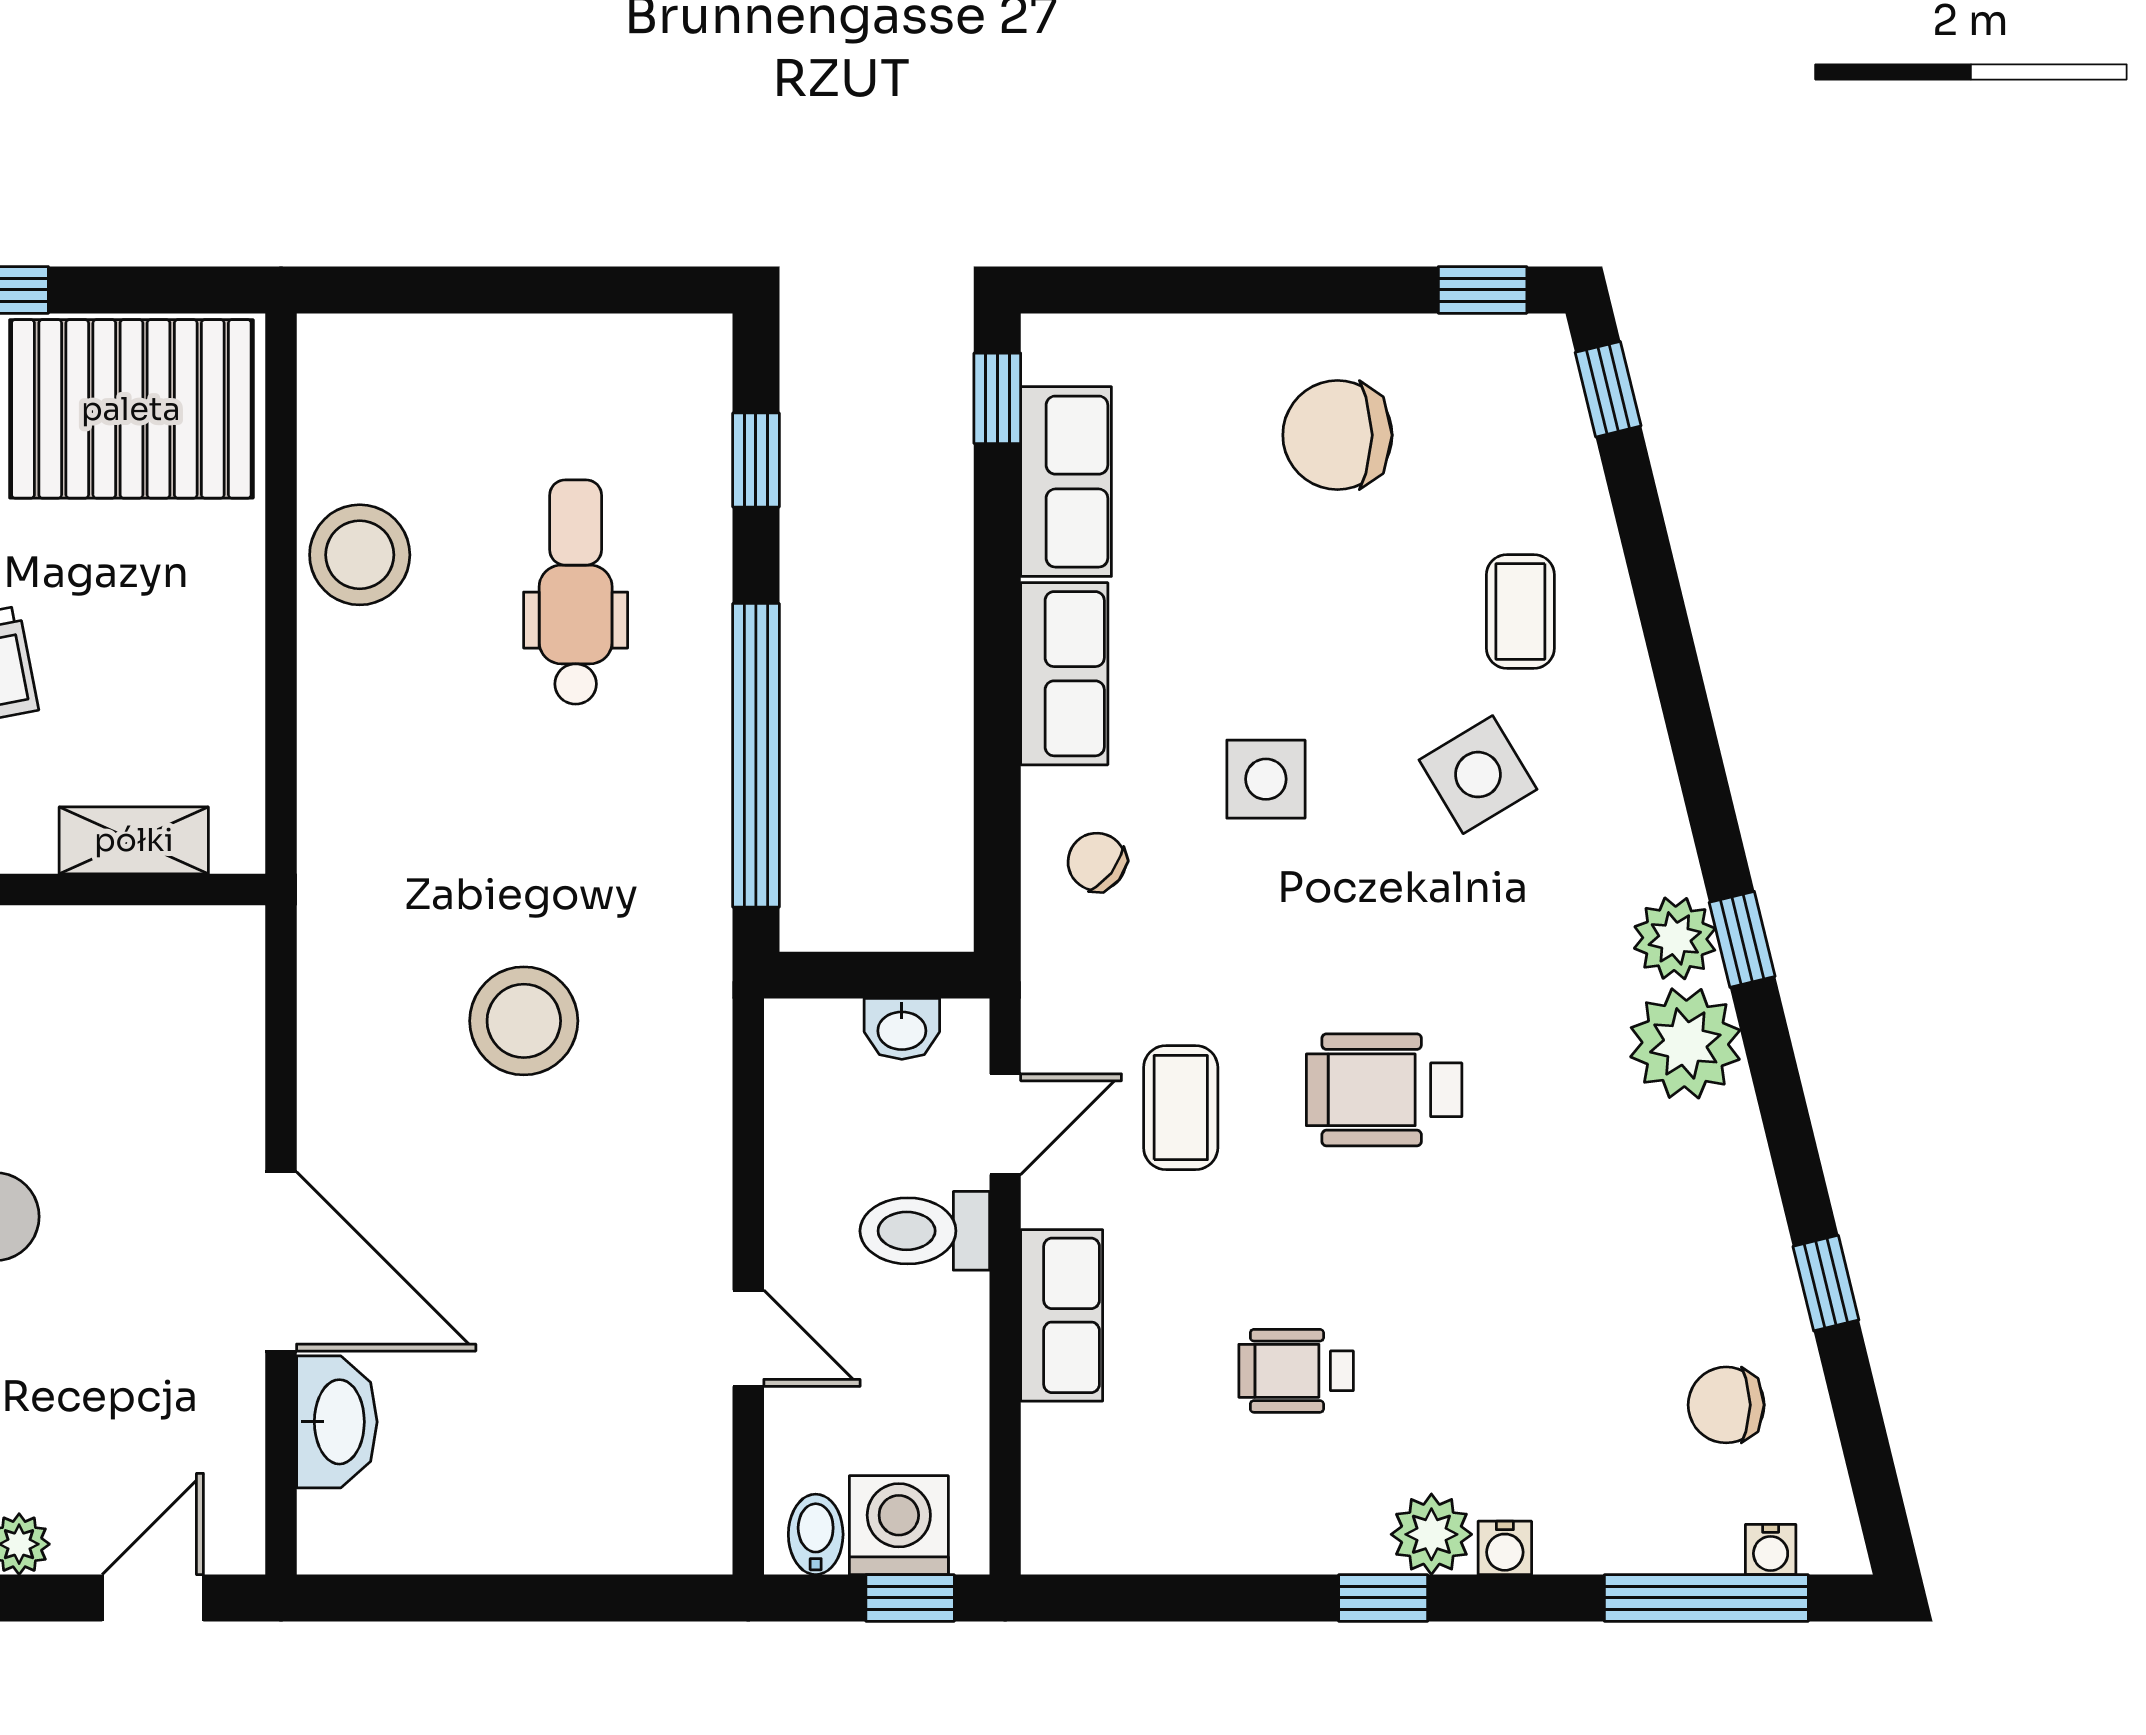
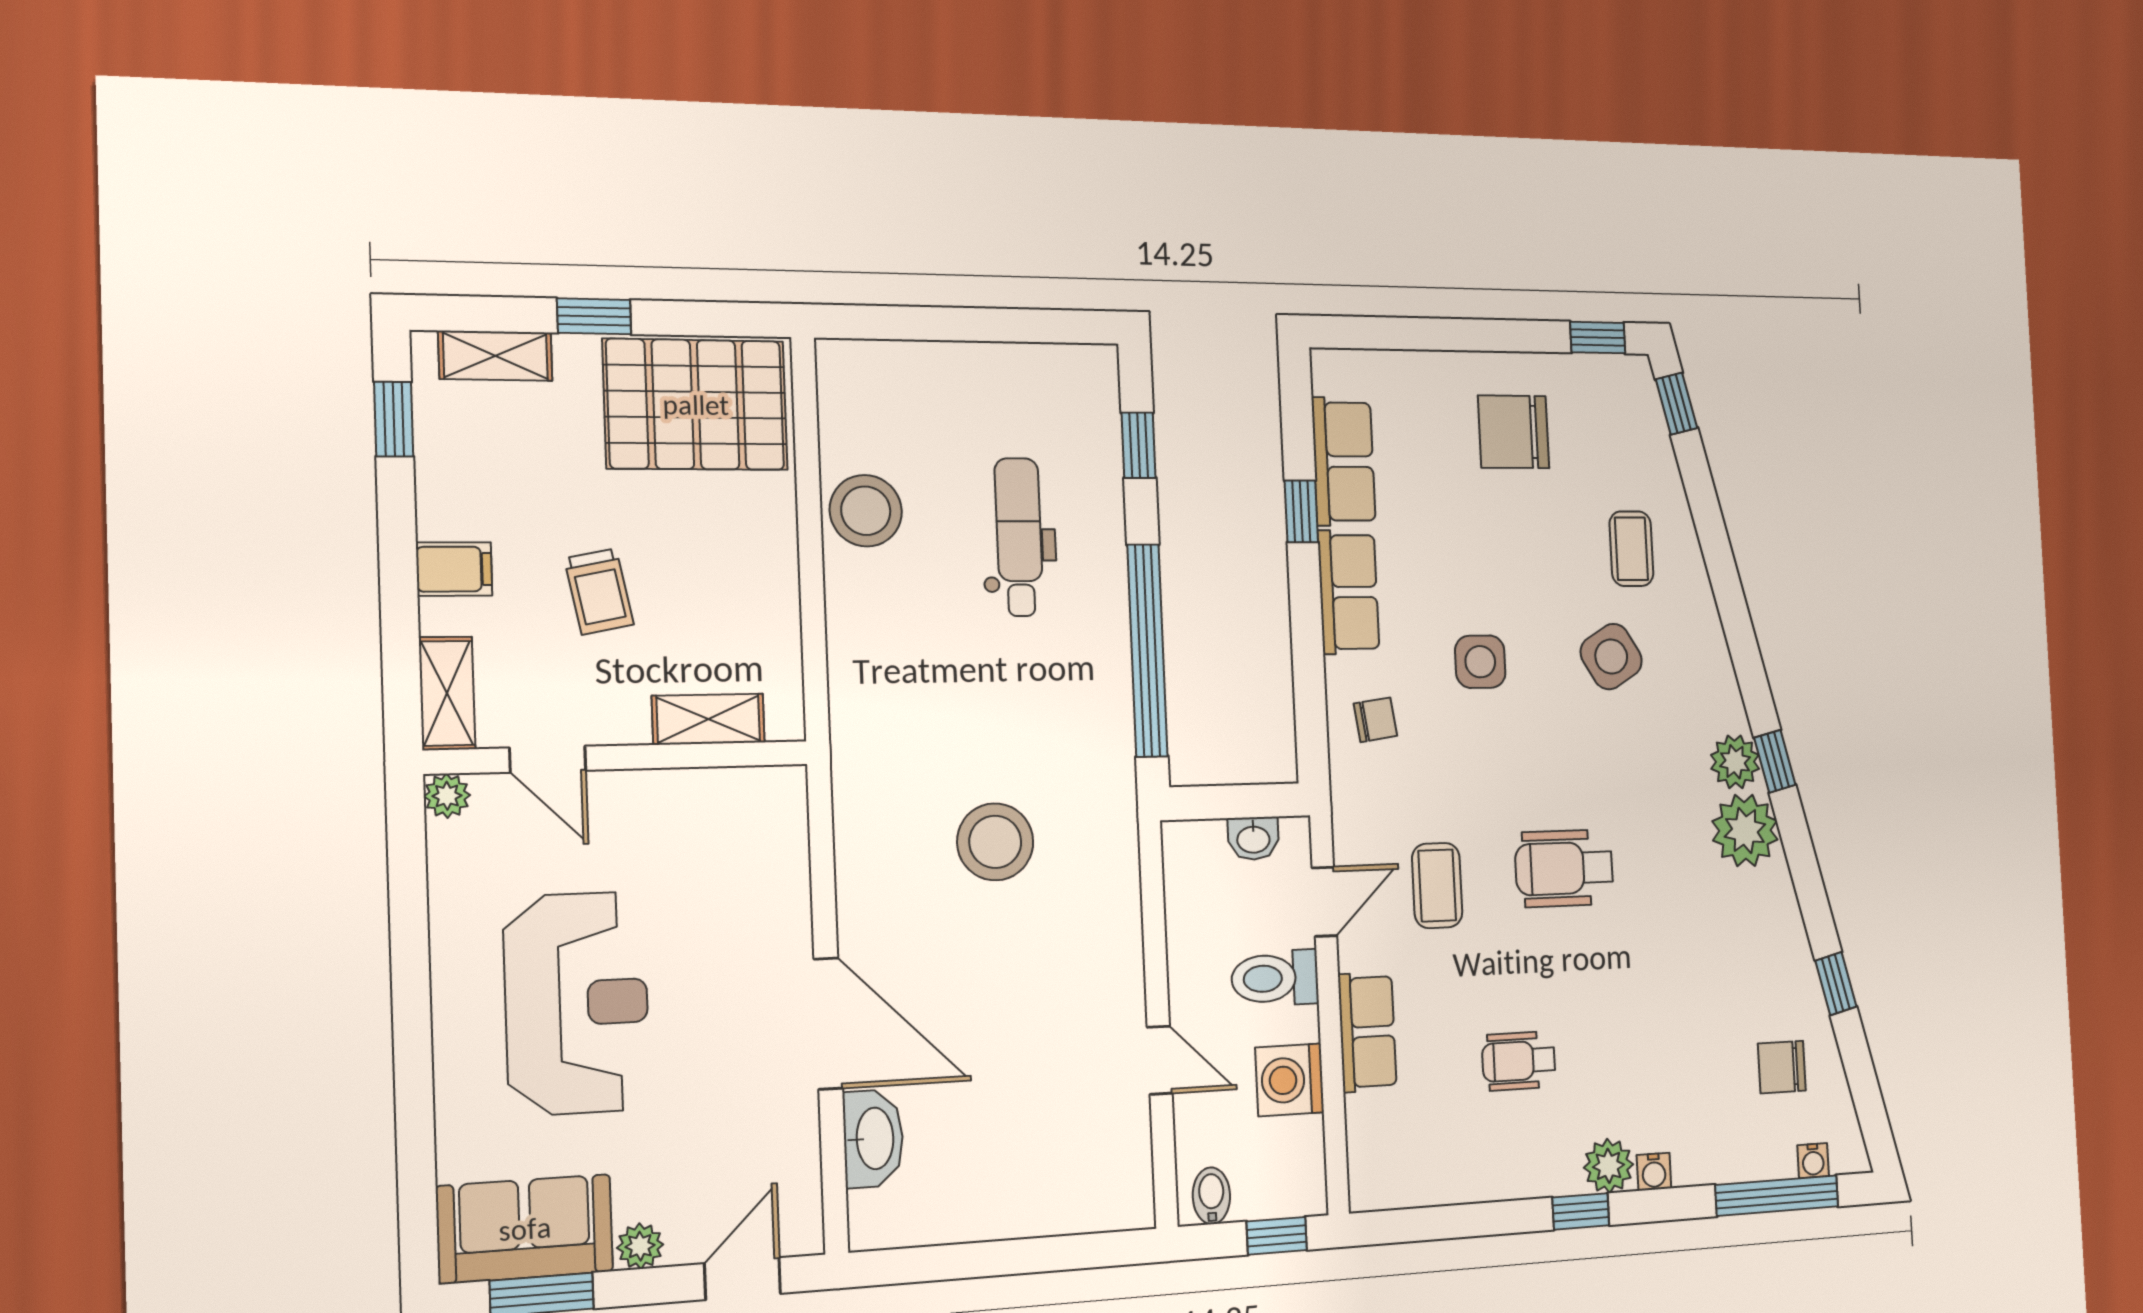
window: (997, 398) -> (1301, 511), moved
chair: (1097, 862) -> (1375, 720), turned 134
washing machine: (899, 1525) -> (1290, 1080), moved, turned -90

